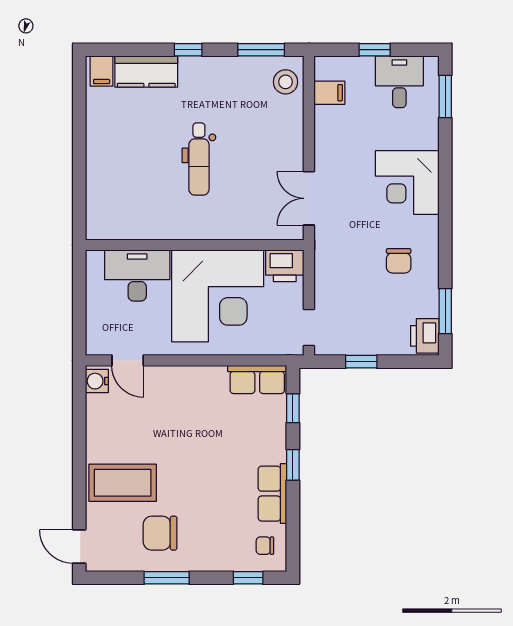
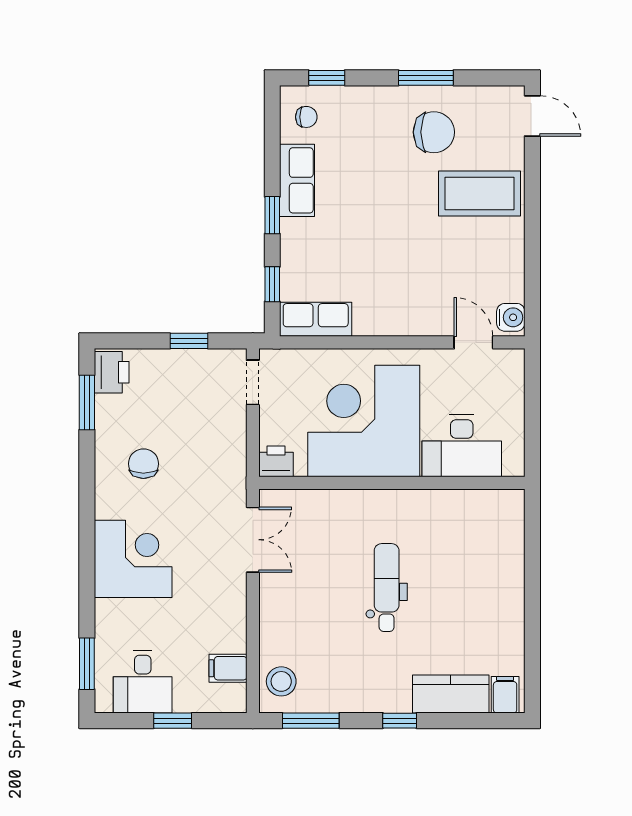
printer: (285, 266) -> (276, 461), width x0.73, depth x0.81

